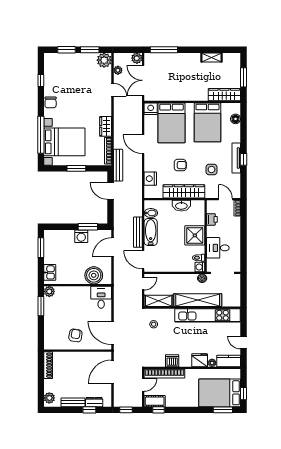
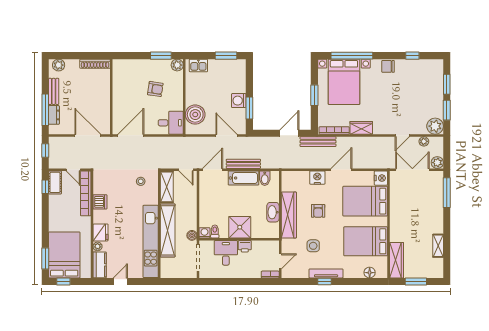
nightstand: (150, 179) -> (317, 178), moved
printer: (212, 219) -> (245, 246), moved
armchair: (75, 335) -> (155, 89), moved
window: (89, 410) -> (45, 110), width x2.17

